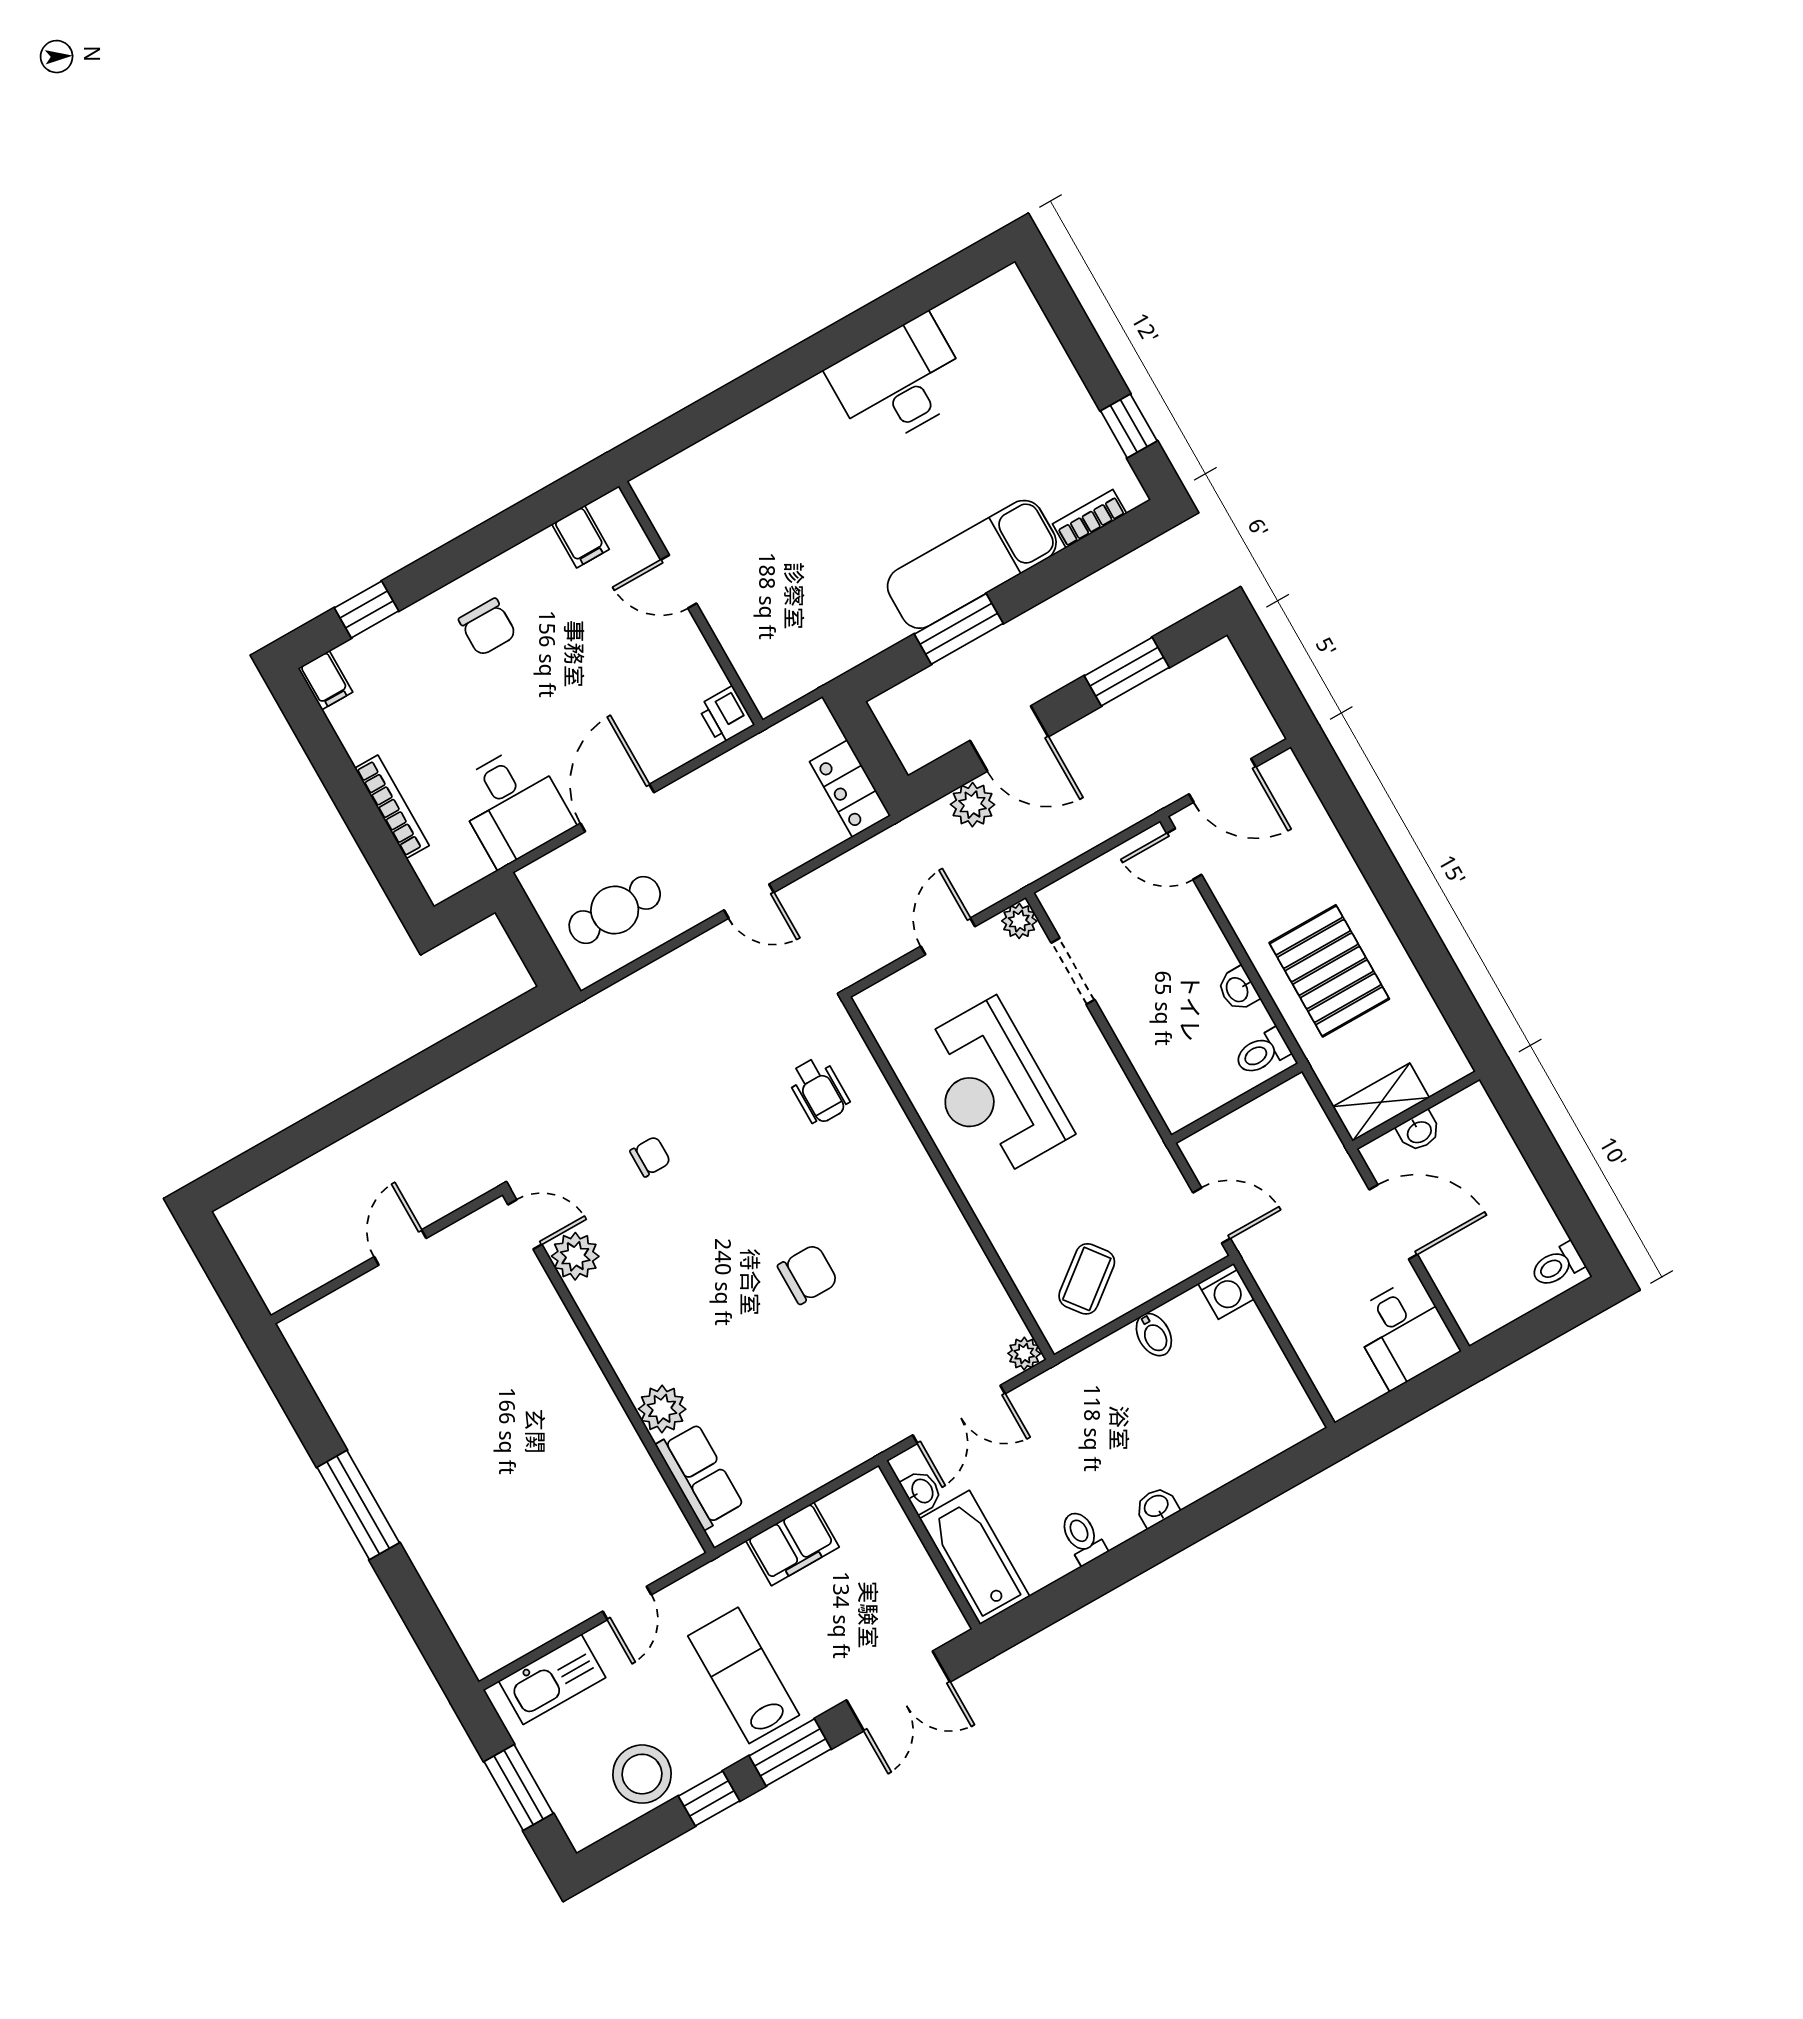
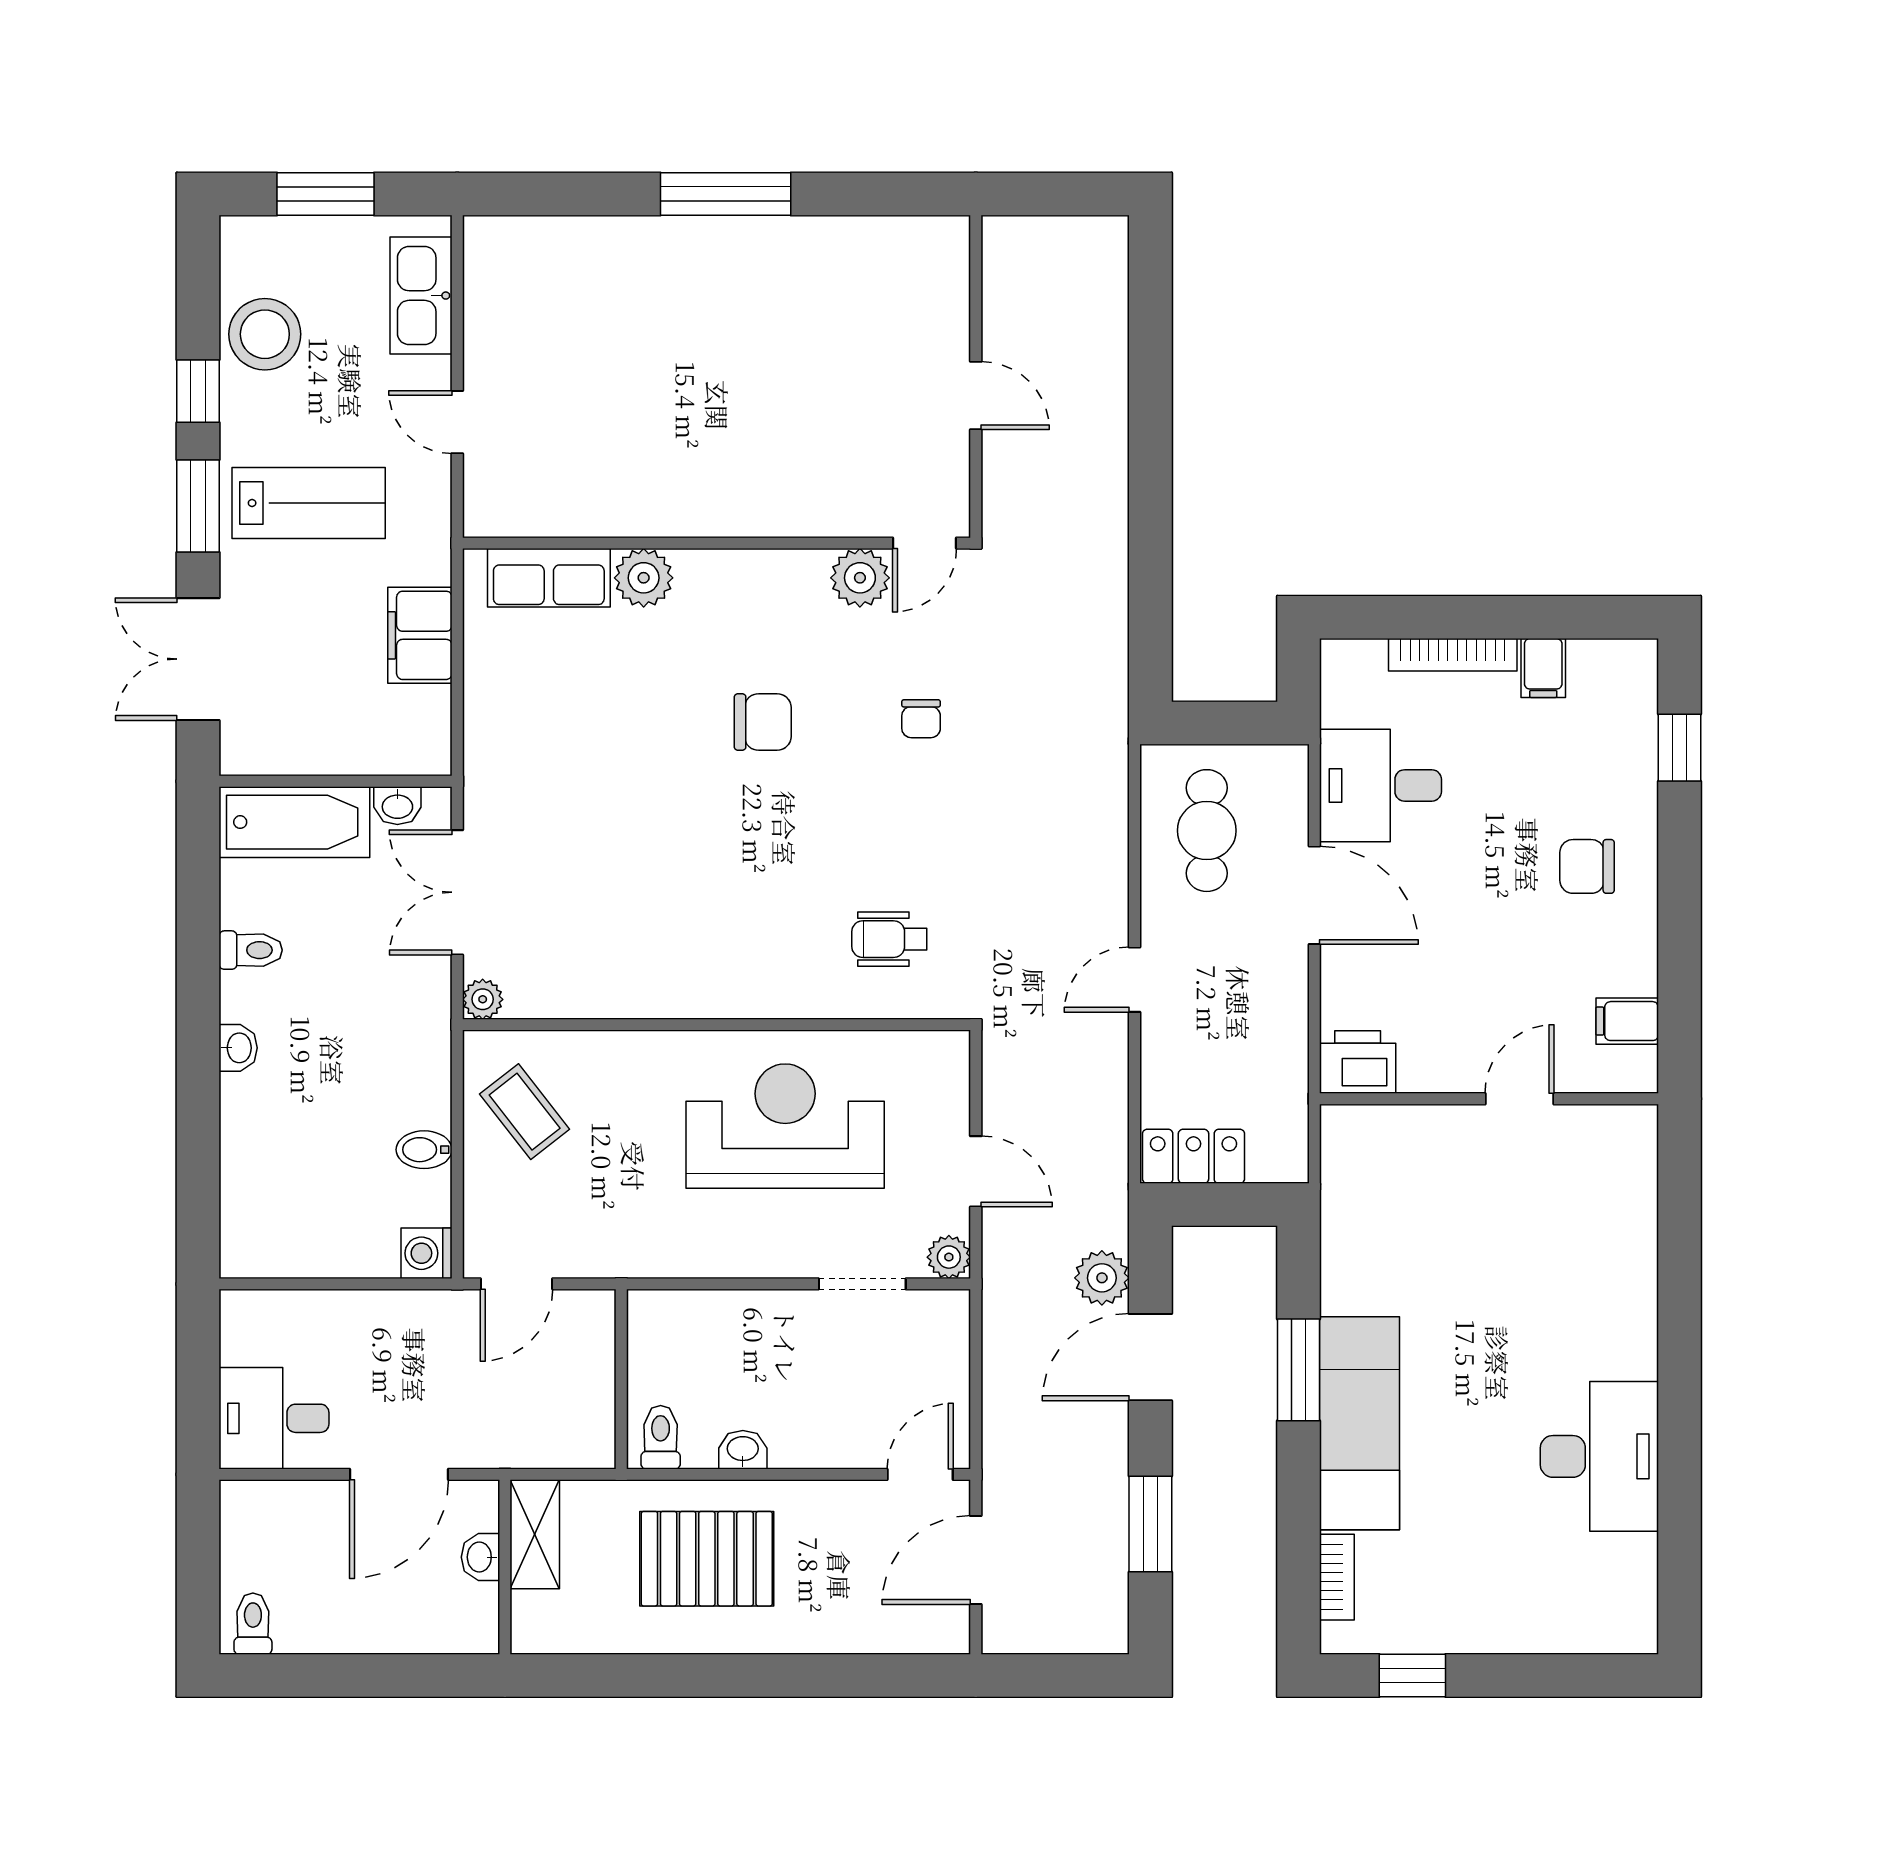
filing cabinet: (325, 680) -> (1543, 668), moved, turned -90
printer: (726, 715) -> (1358, 1062), width x1.36, depth x1.24
chair: (808, 1274) -> (763, 722), moved, turned -90

